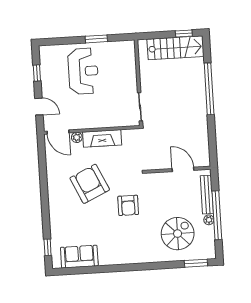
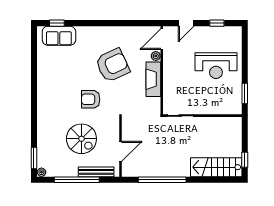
window: (96, 39) -> (245, 94), moved
stairs: (175, 48) -> (216, 167), moved, turned 90
window: (209, 89) -> (162, 180), moved
plant: (209, 220) -> (41, 172), moved
spiral stairs: (178, 234) -> (81, 139), moved
sofa: (79, 257) -> (59, 36), moved, turned 90

